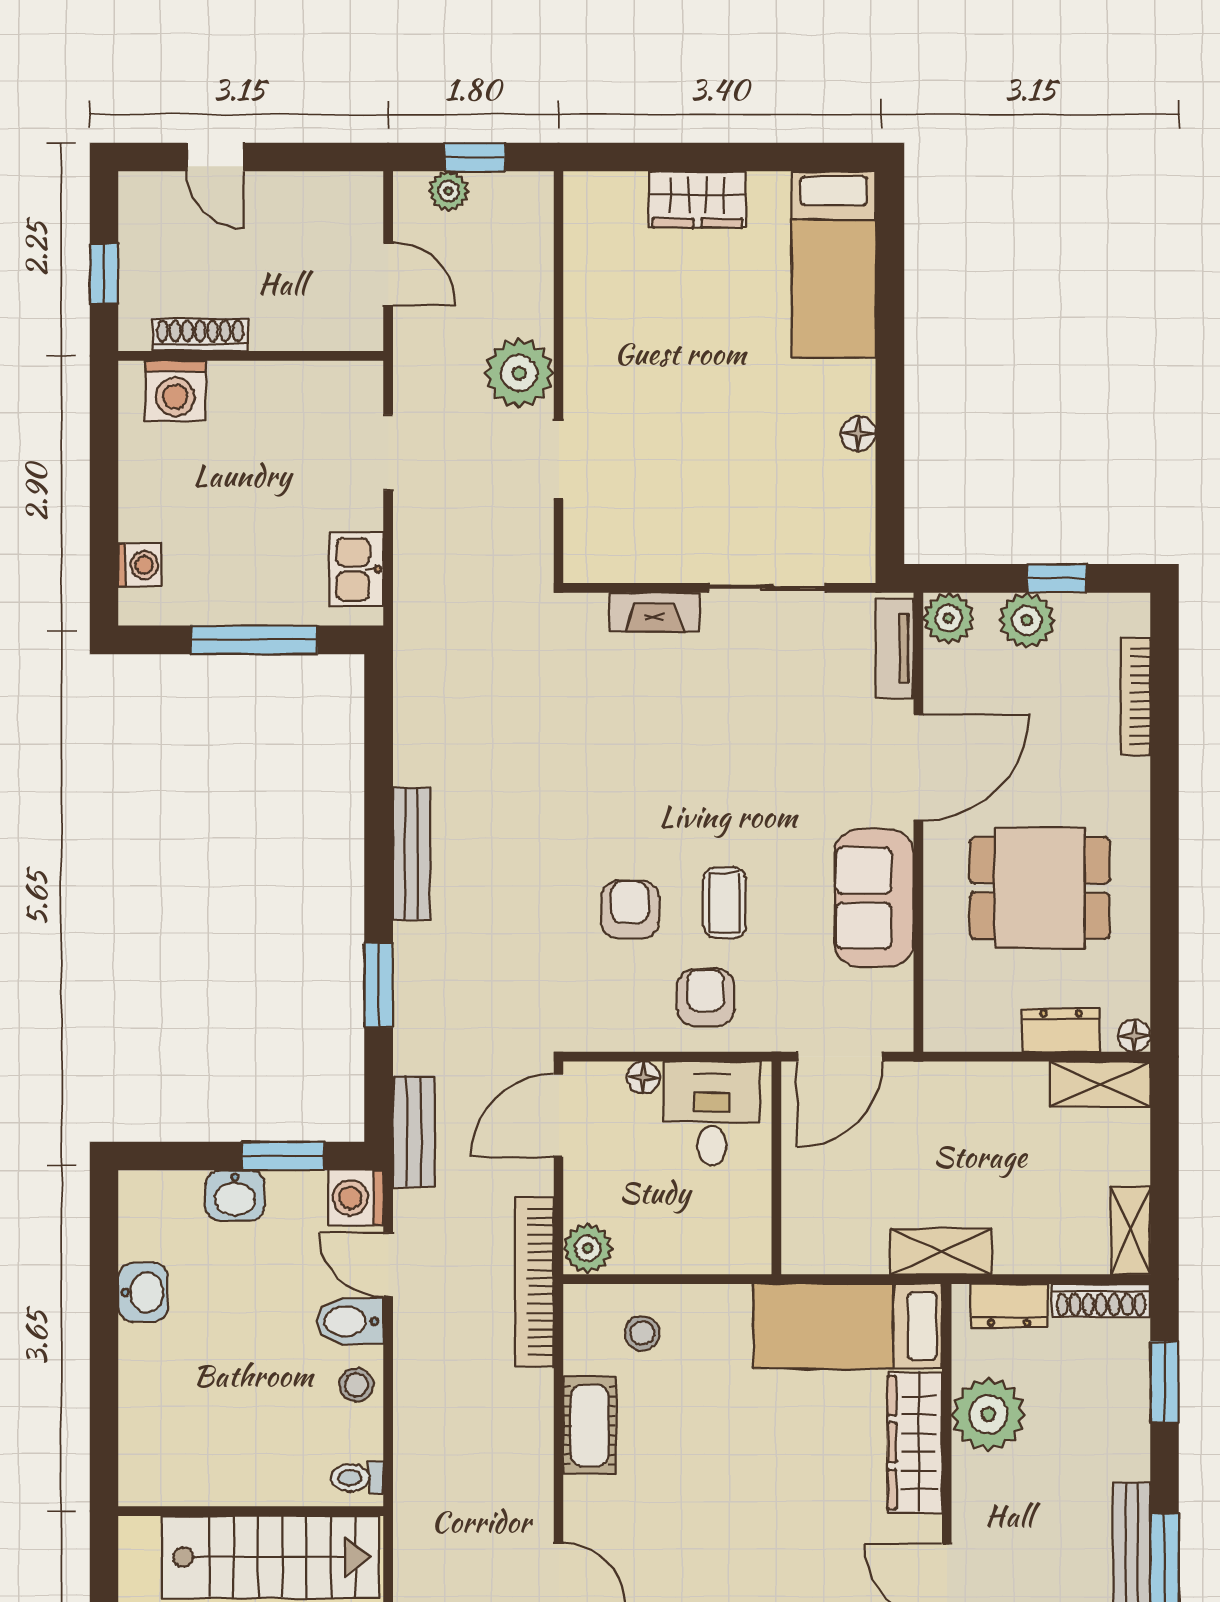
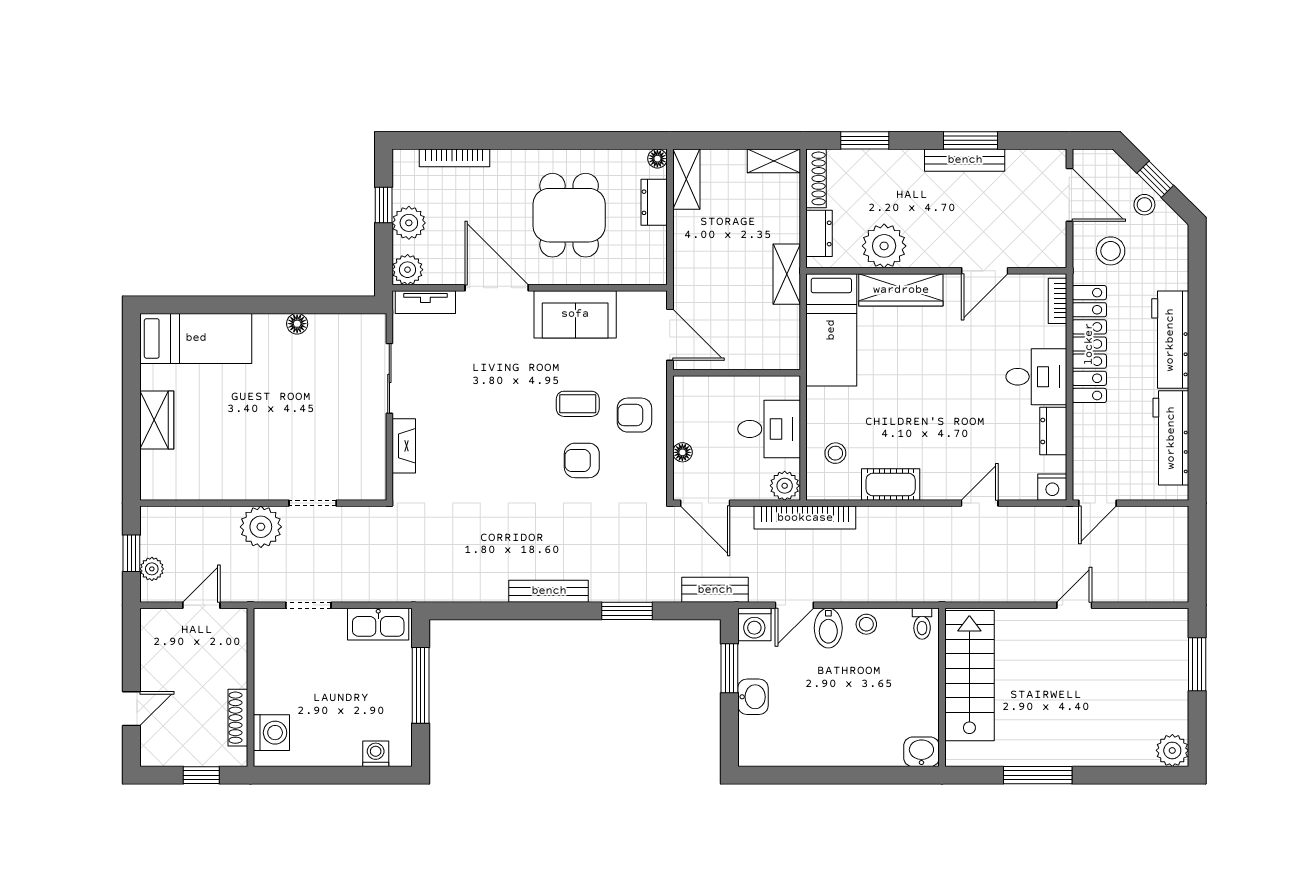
kitchen sink: (356, 569) -> (378, 624), width x1.38
desk: (712, 1113) -> (769, 429), moved, turned 180
washbasin: (143, 1292) -> (921, 752), moved

